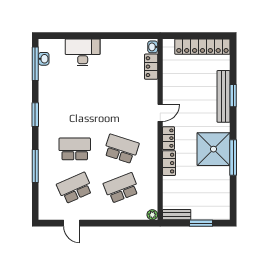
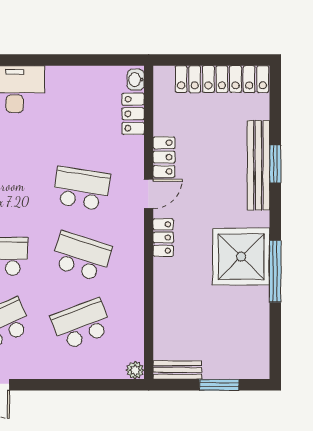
school desk: (121, 110) -> (81, 189), added
locker: (169, 163) -> (164, 157), moved

